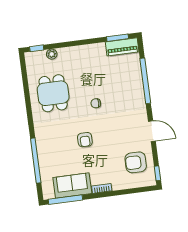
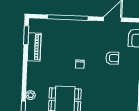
piano: (122, 47) -> (34, 47), moved
armchair: (85, 140) -> (112, 58), moved

